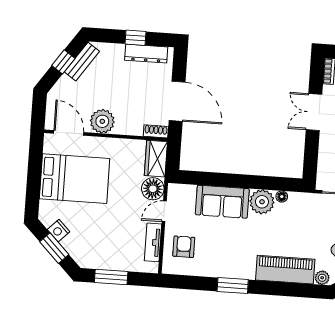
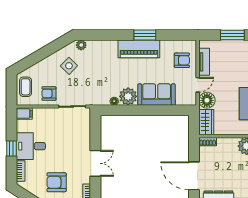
door: (177, 101) -> (194, 176), moved
armchair: (184, 247) -> (182, 60), turned -90
piano: (285, 270) -> (139, 49), moved

